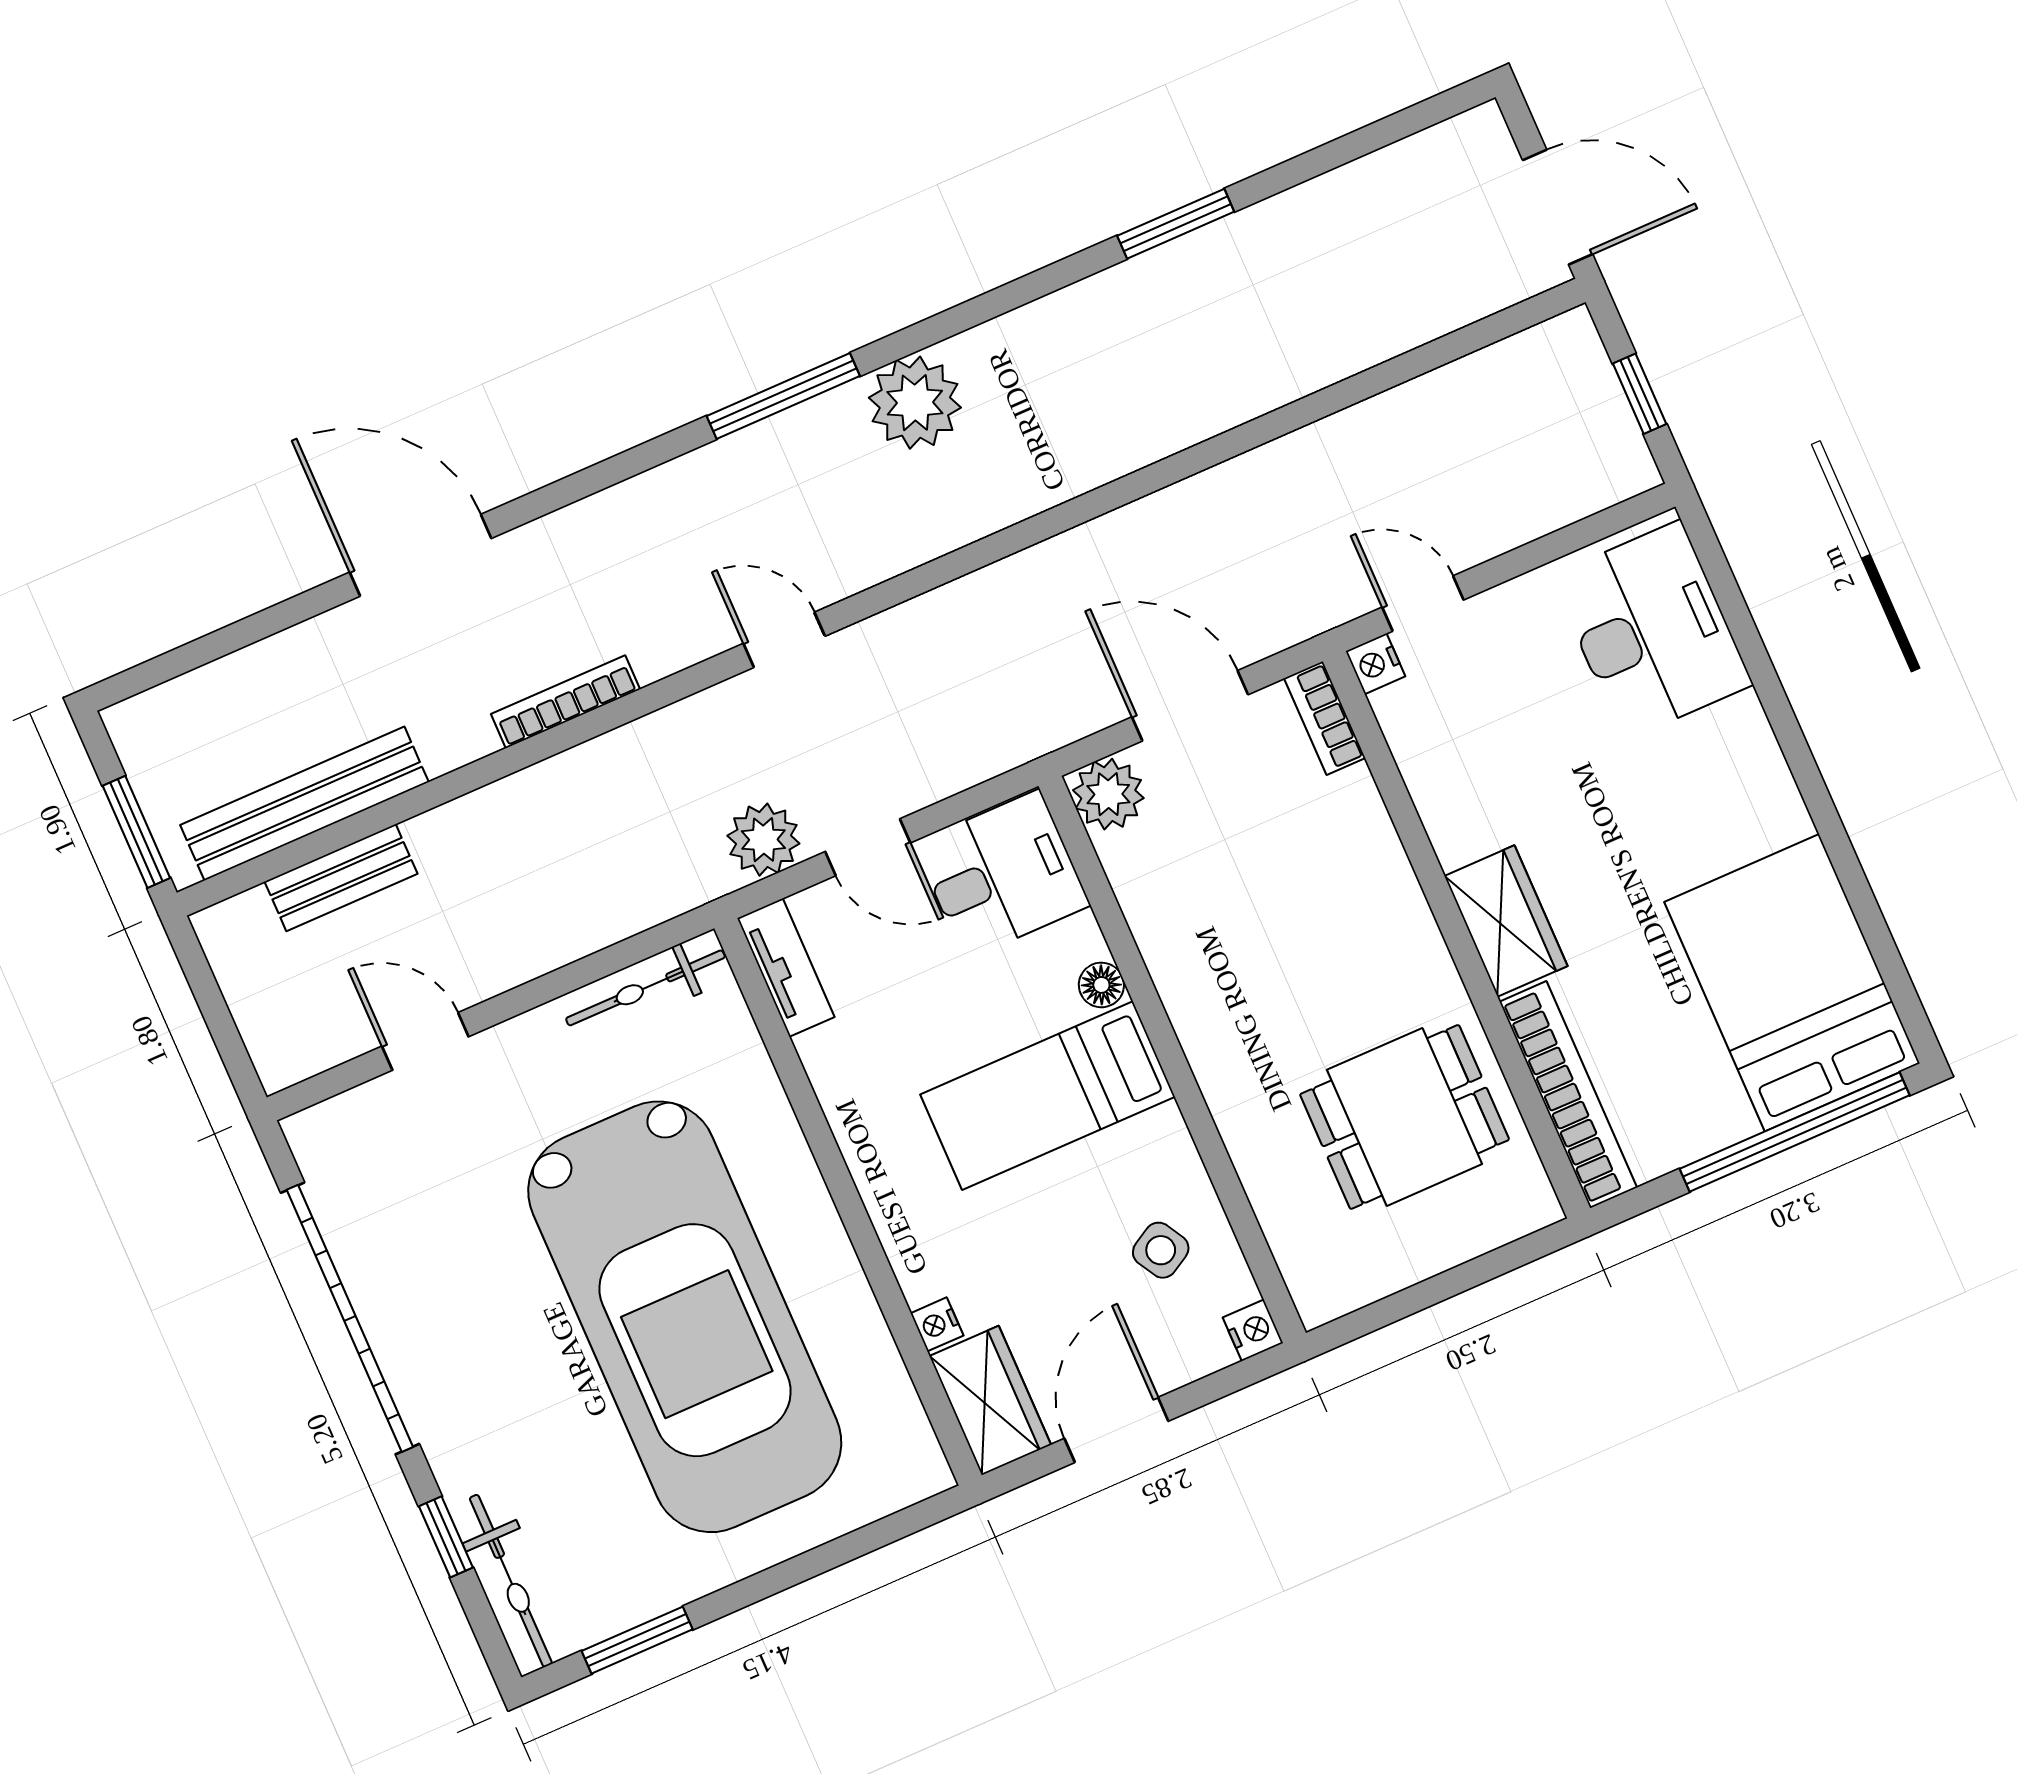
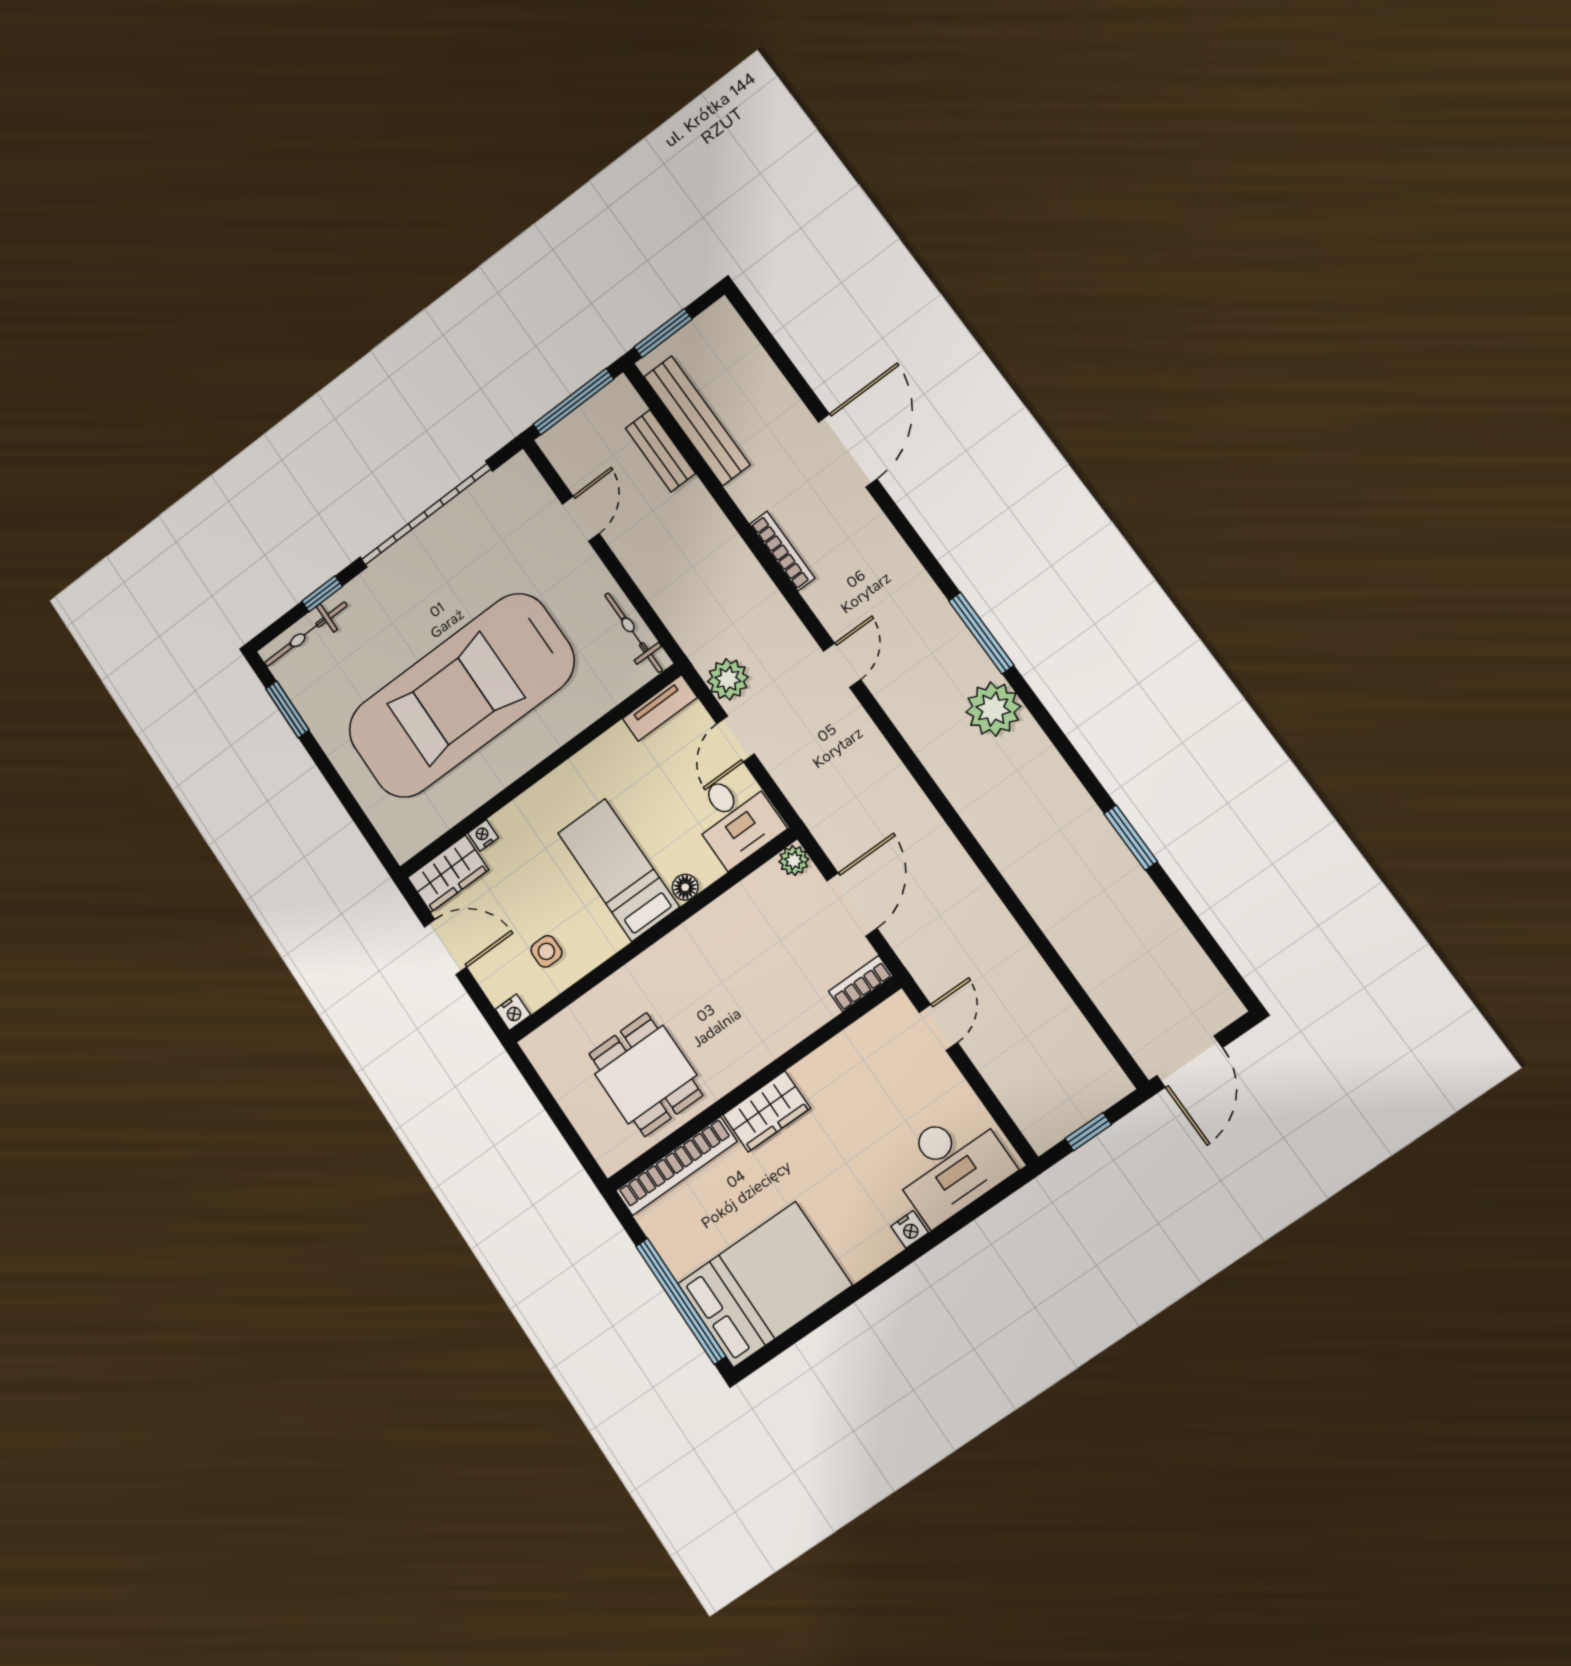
nightstand: (1375, 664) -> (910, 1229), moved, turned 180
plant: (1108, 794) -> (794, 861), width x0.73, depth x0.73
window: (216, 1014) -> (573, 402), added
side table: (1161, 1250) -> (546, 951), turned 30

